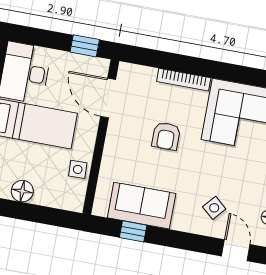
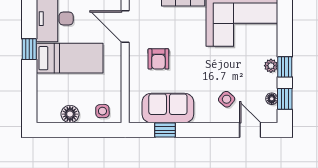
armchair: (166, 136) -> (158, 59), moved
side table: (78, 169) -> (102, 111), moved

